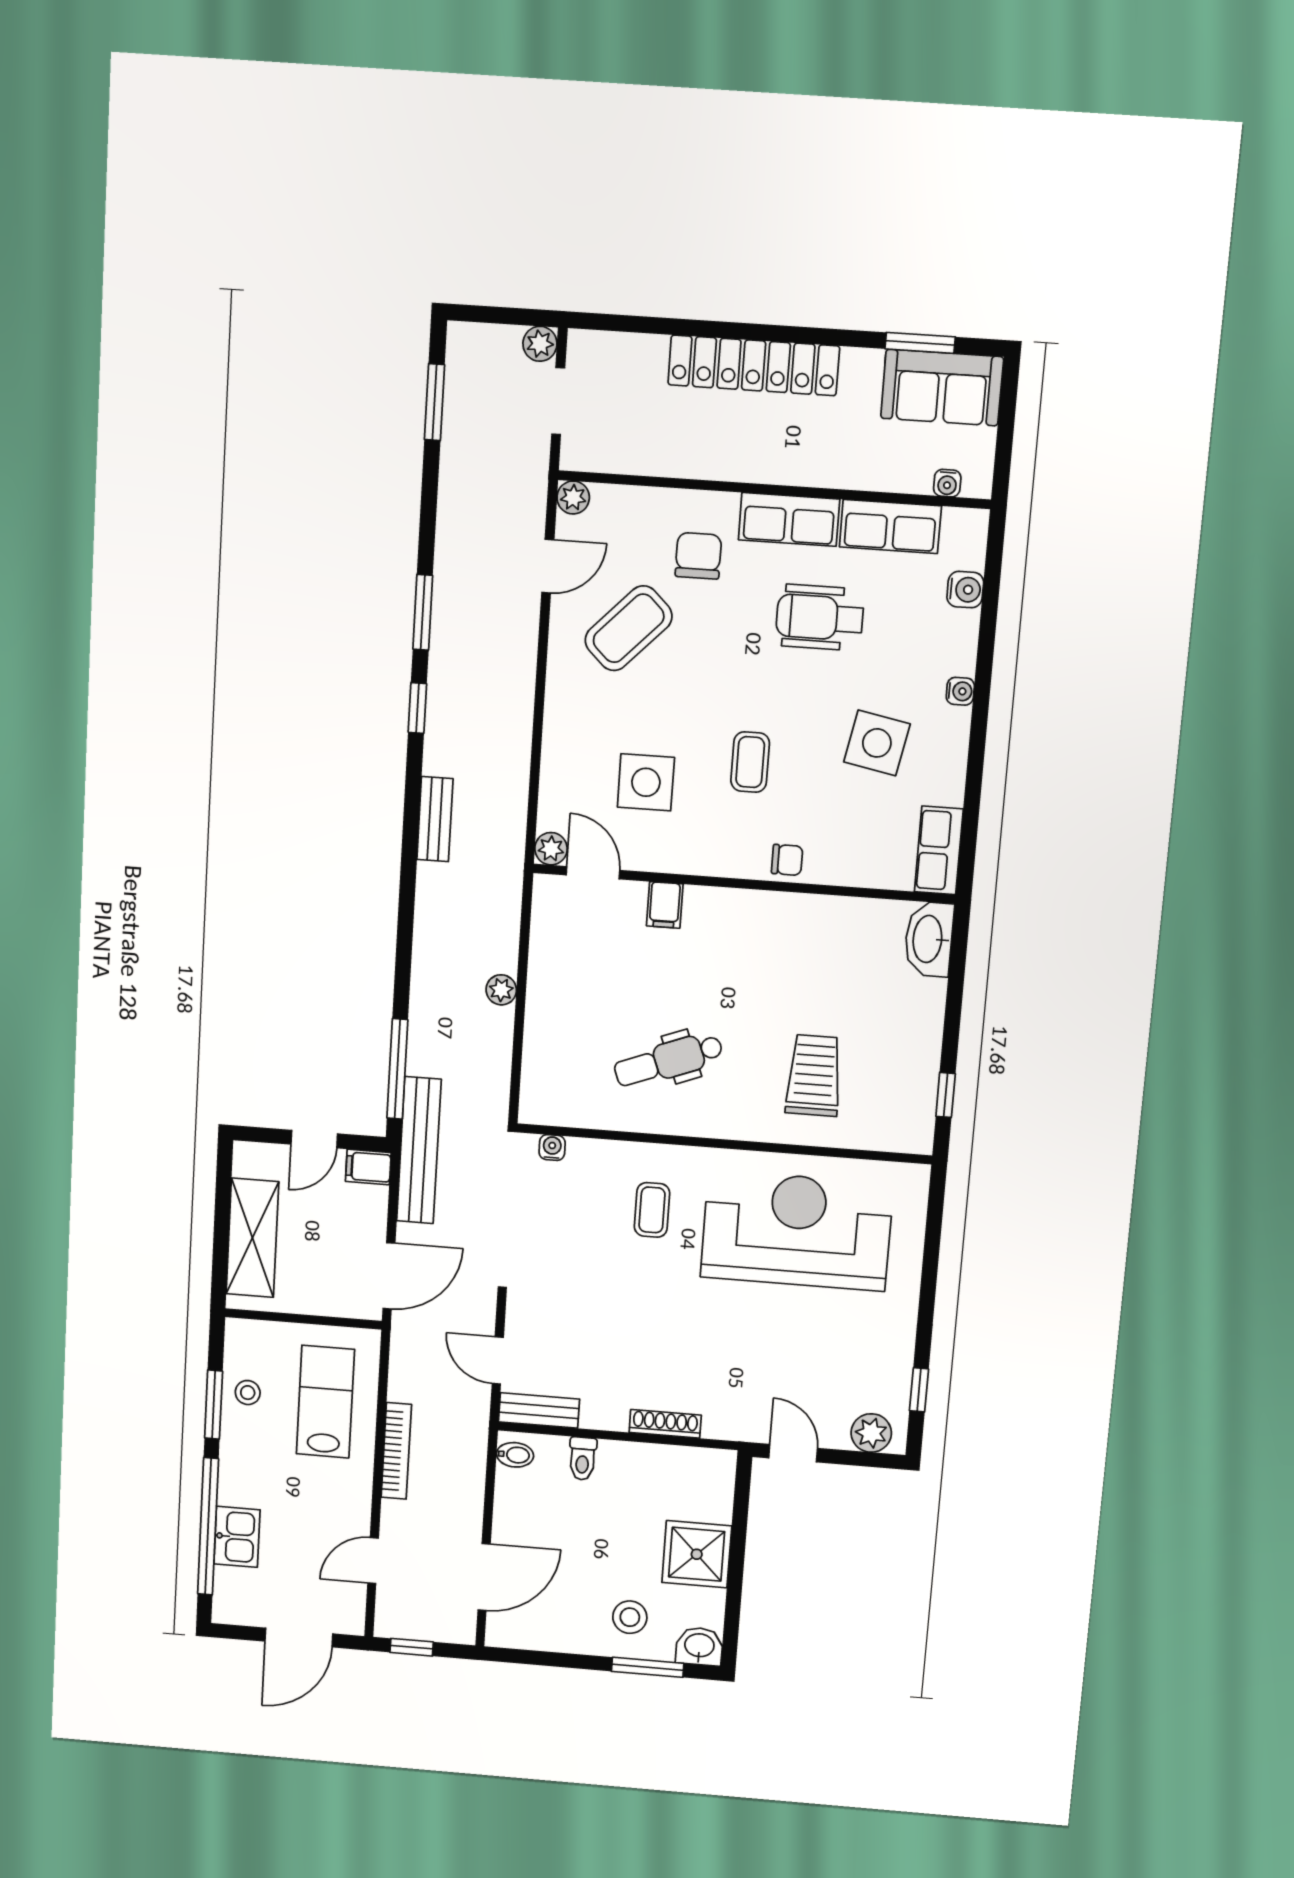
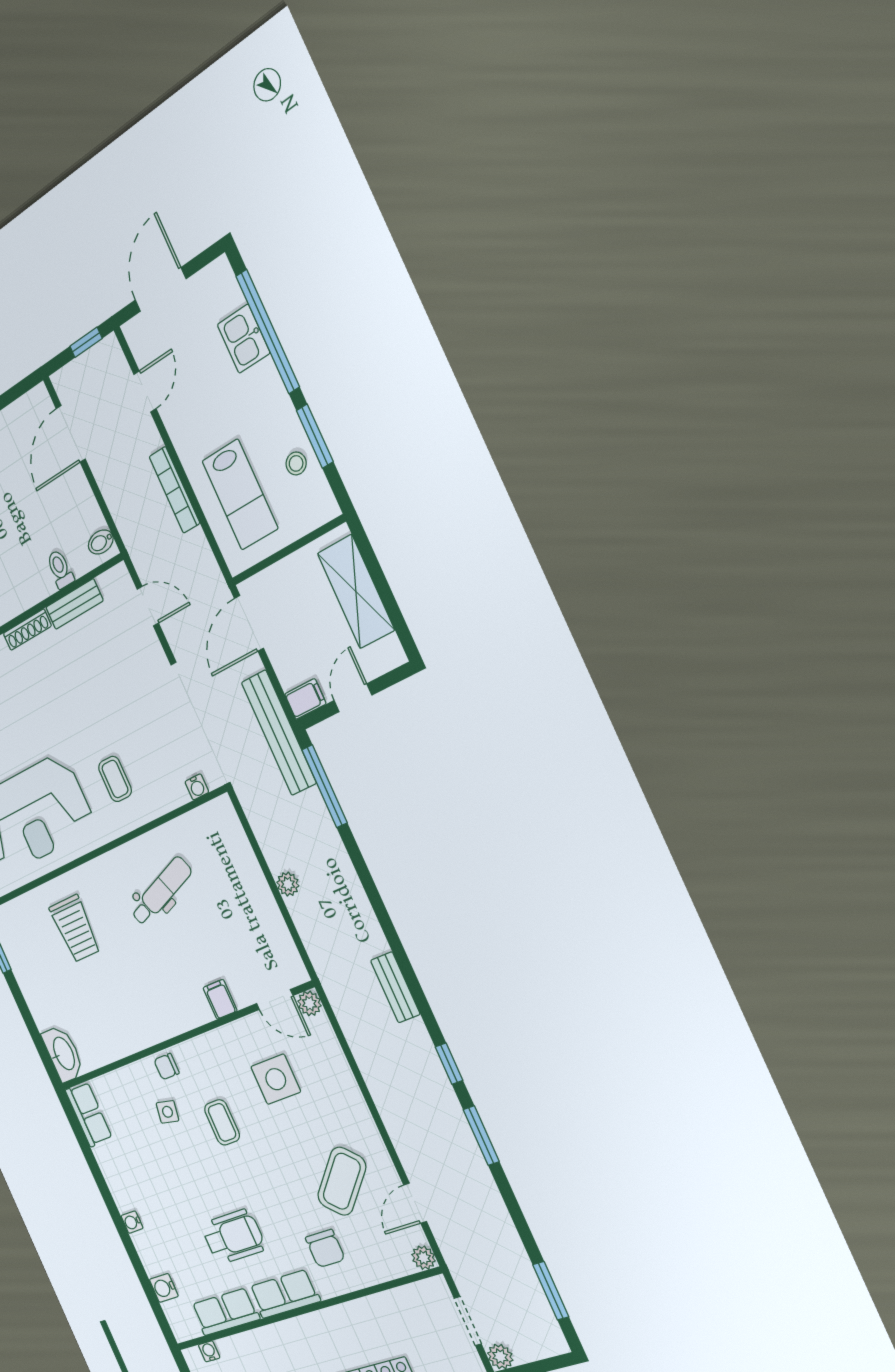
side table: (877, 743) -> (167, 1112), moved, width x0.54, depth x0.54
bench: (539, 1410) -> (74, 604), moved

